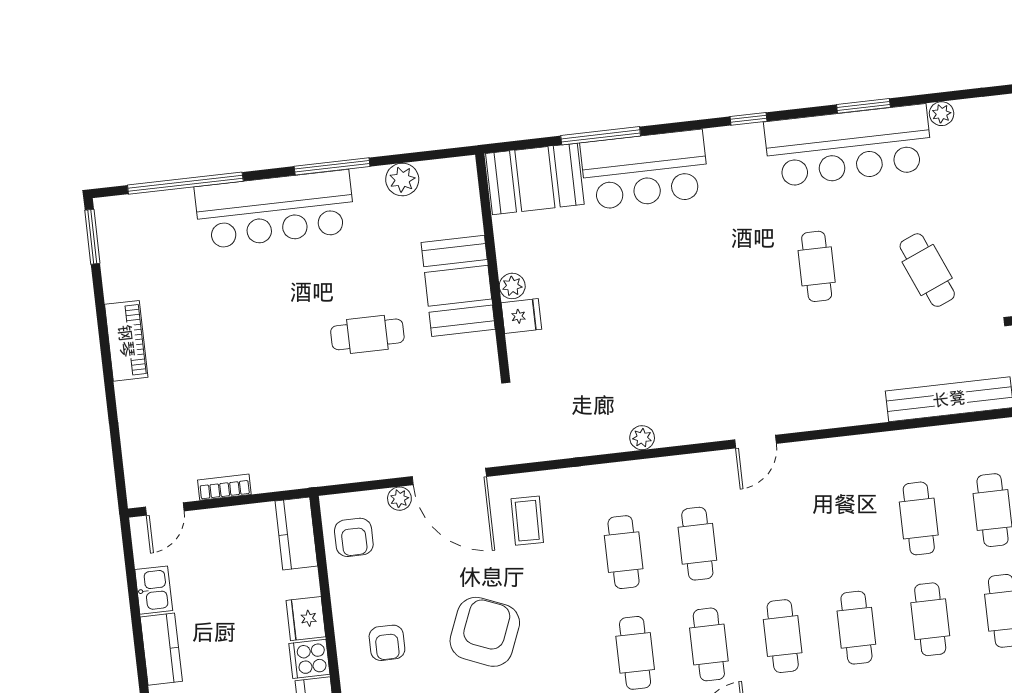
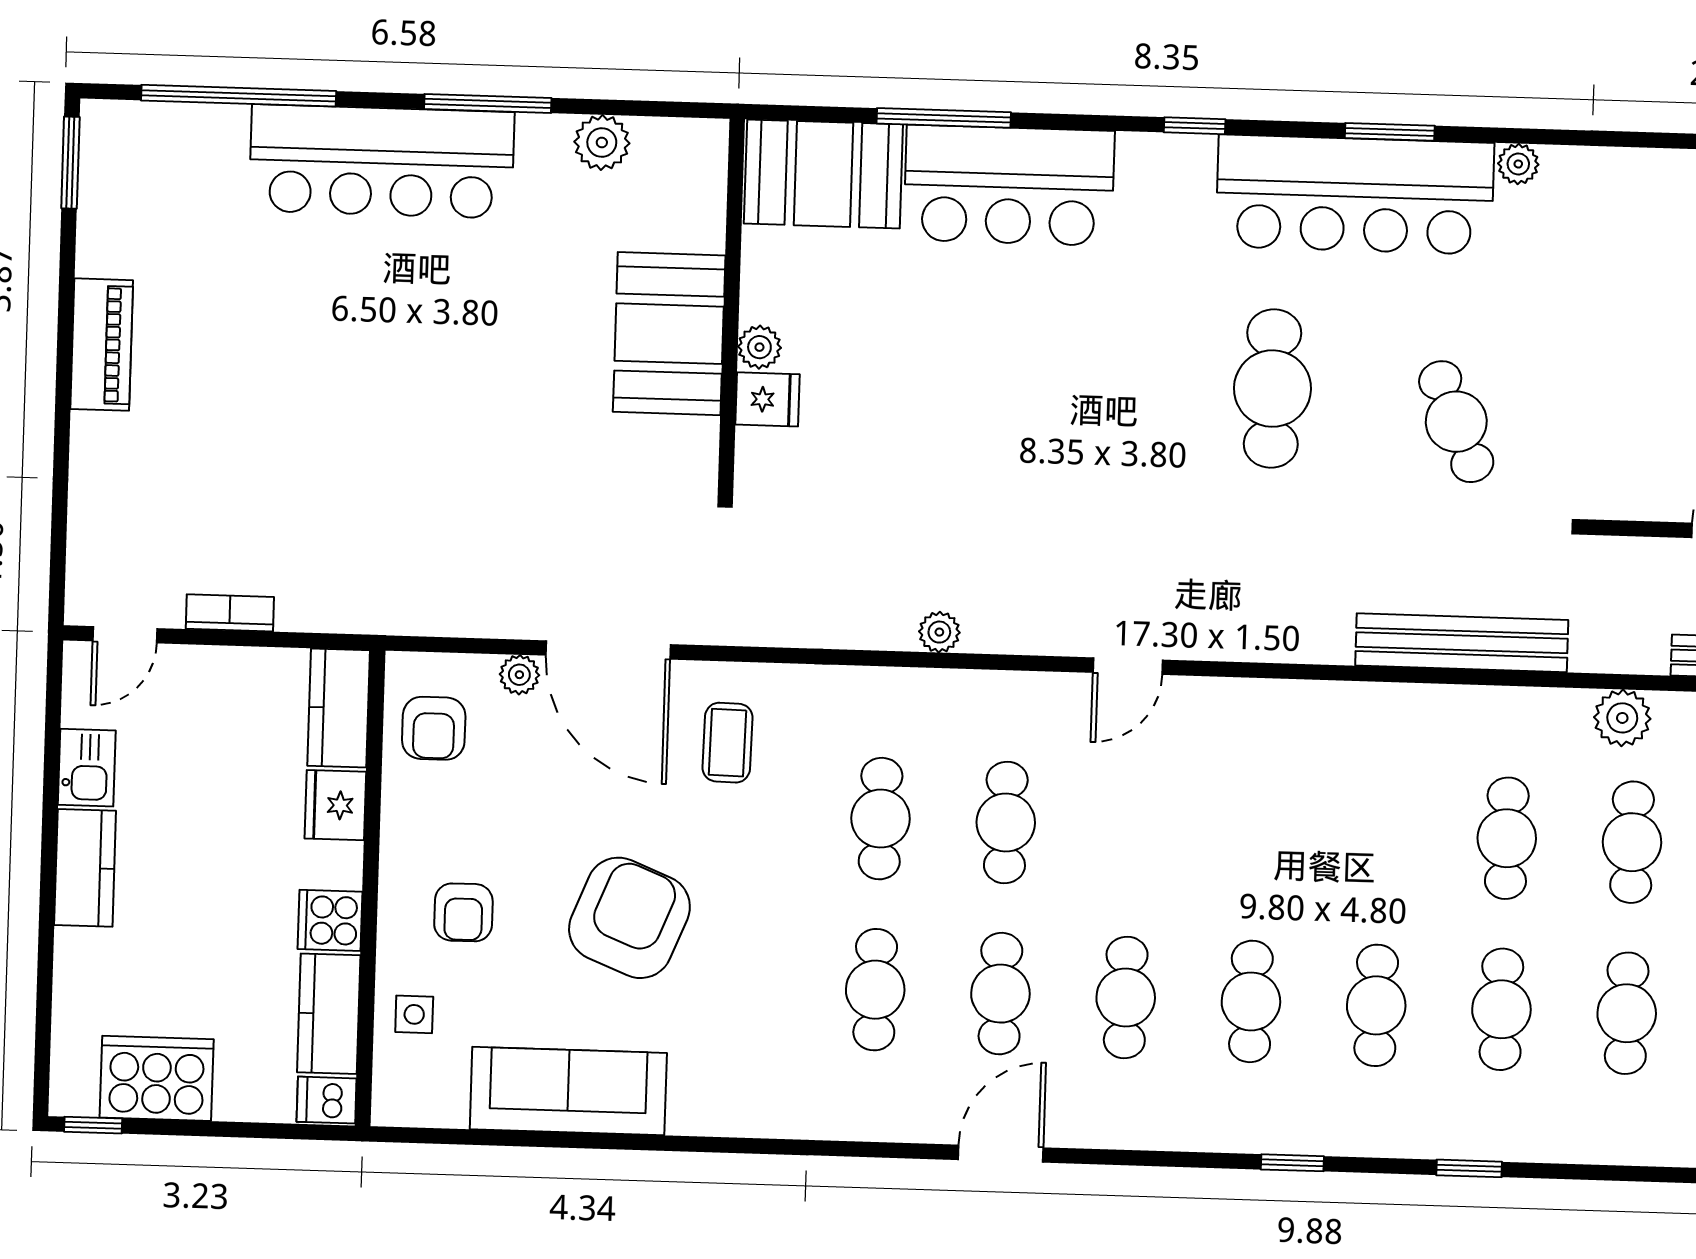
cafe table: (817, 266) -> (1272, 389), width x1.37, depth x1.35
cafe table: (367, 334) -> (506, 393), removed
cafe table: (919, 518) -> (1382, 834), removed
fridge: (306, 619) -> (335, 805), moved

